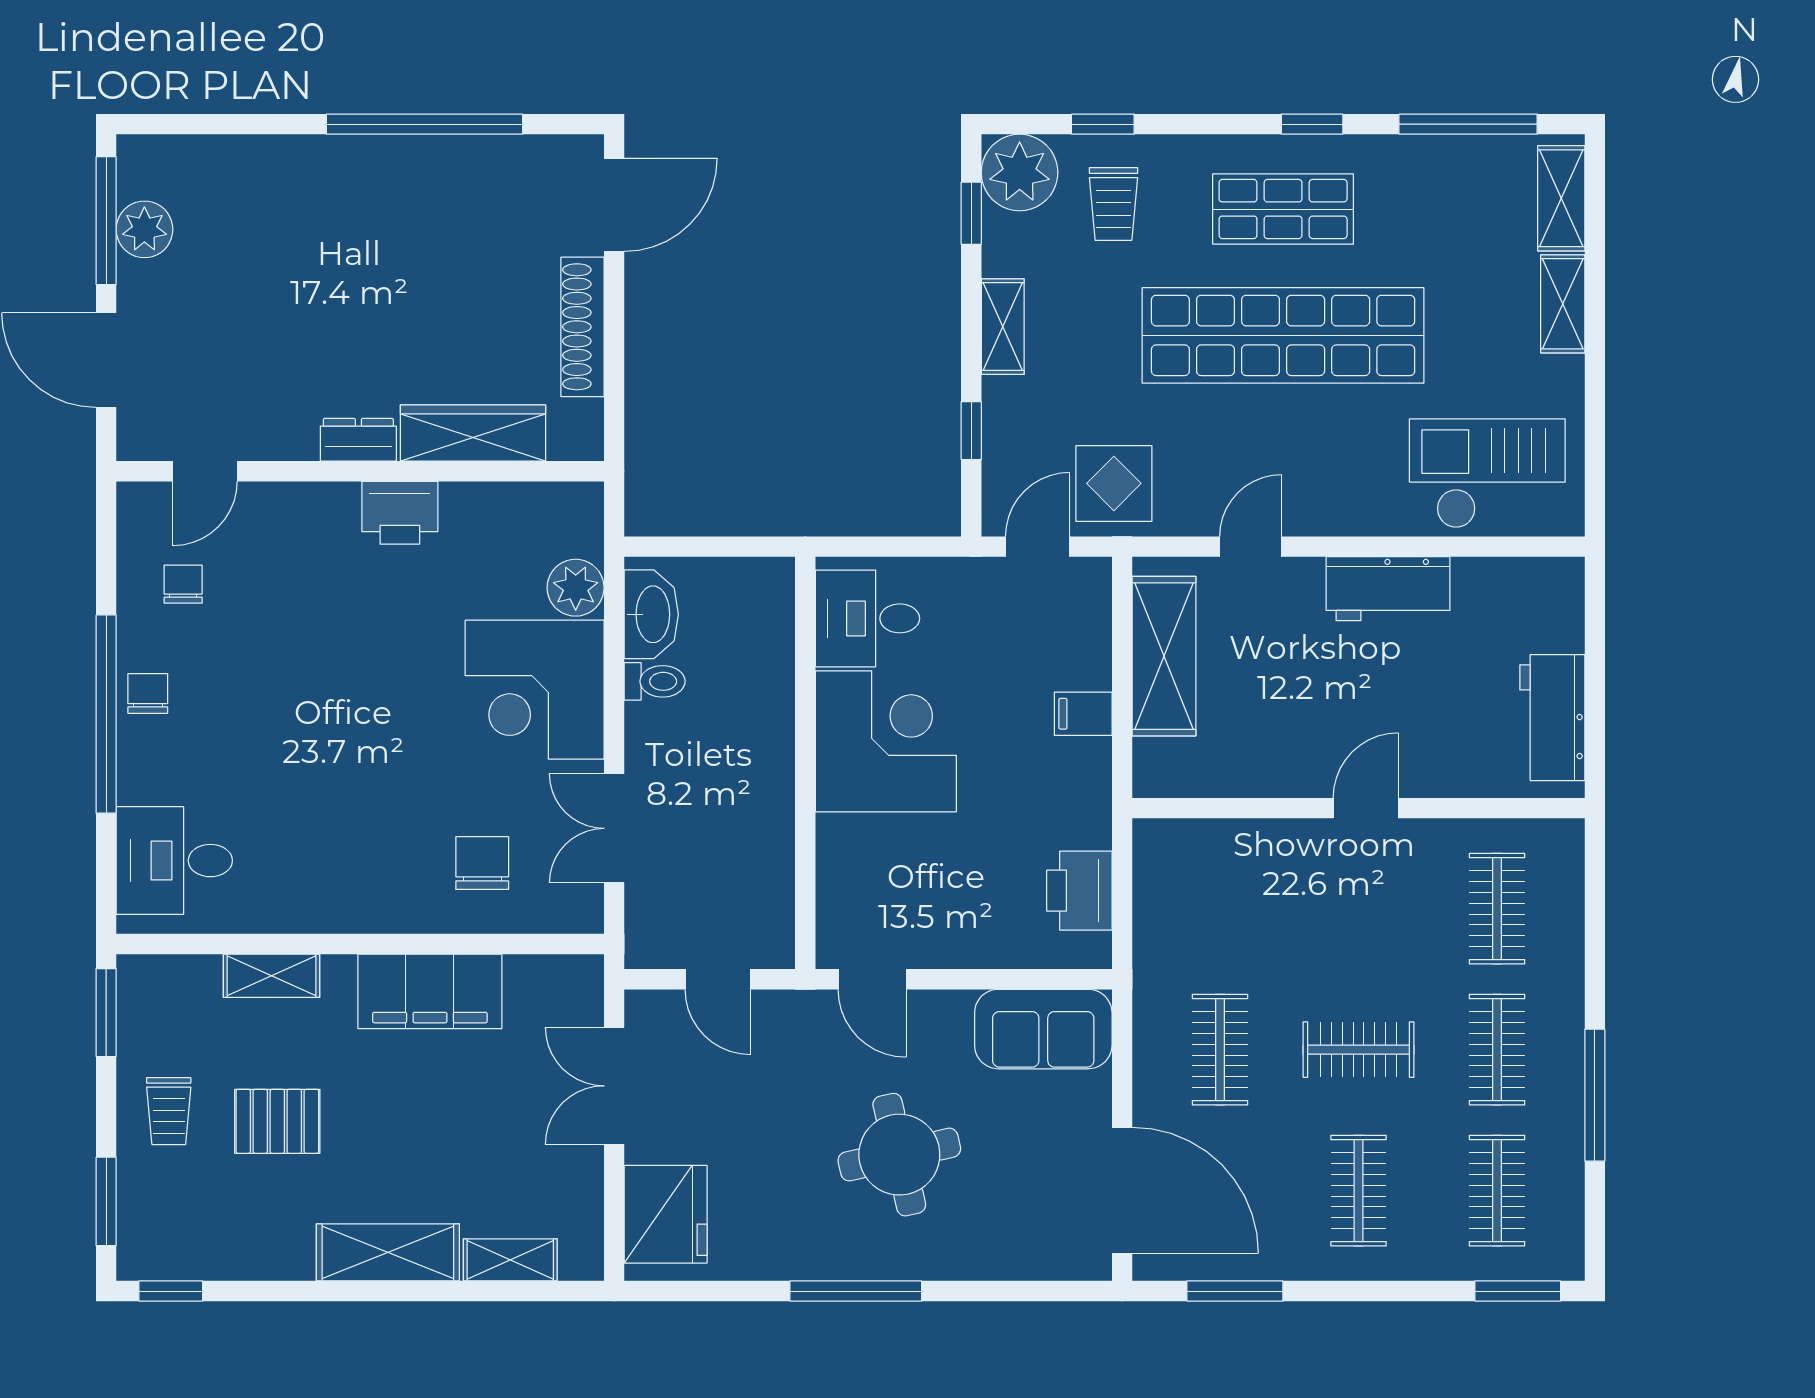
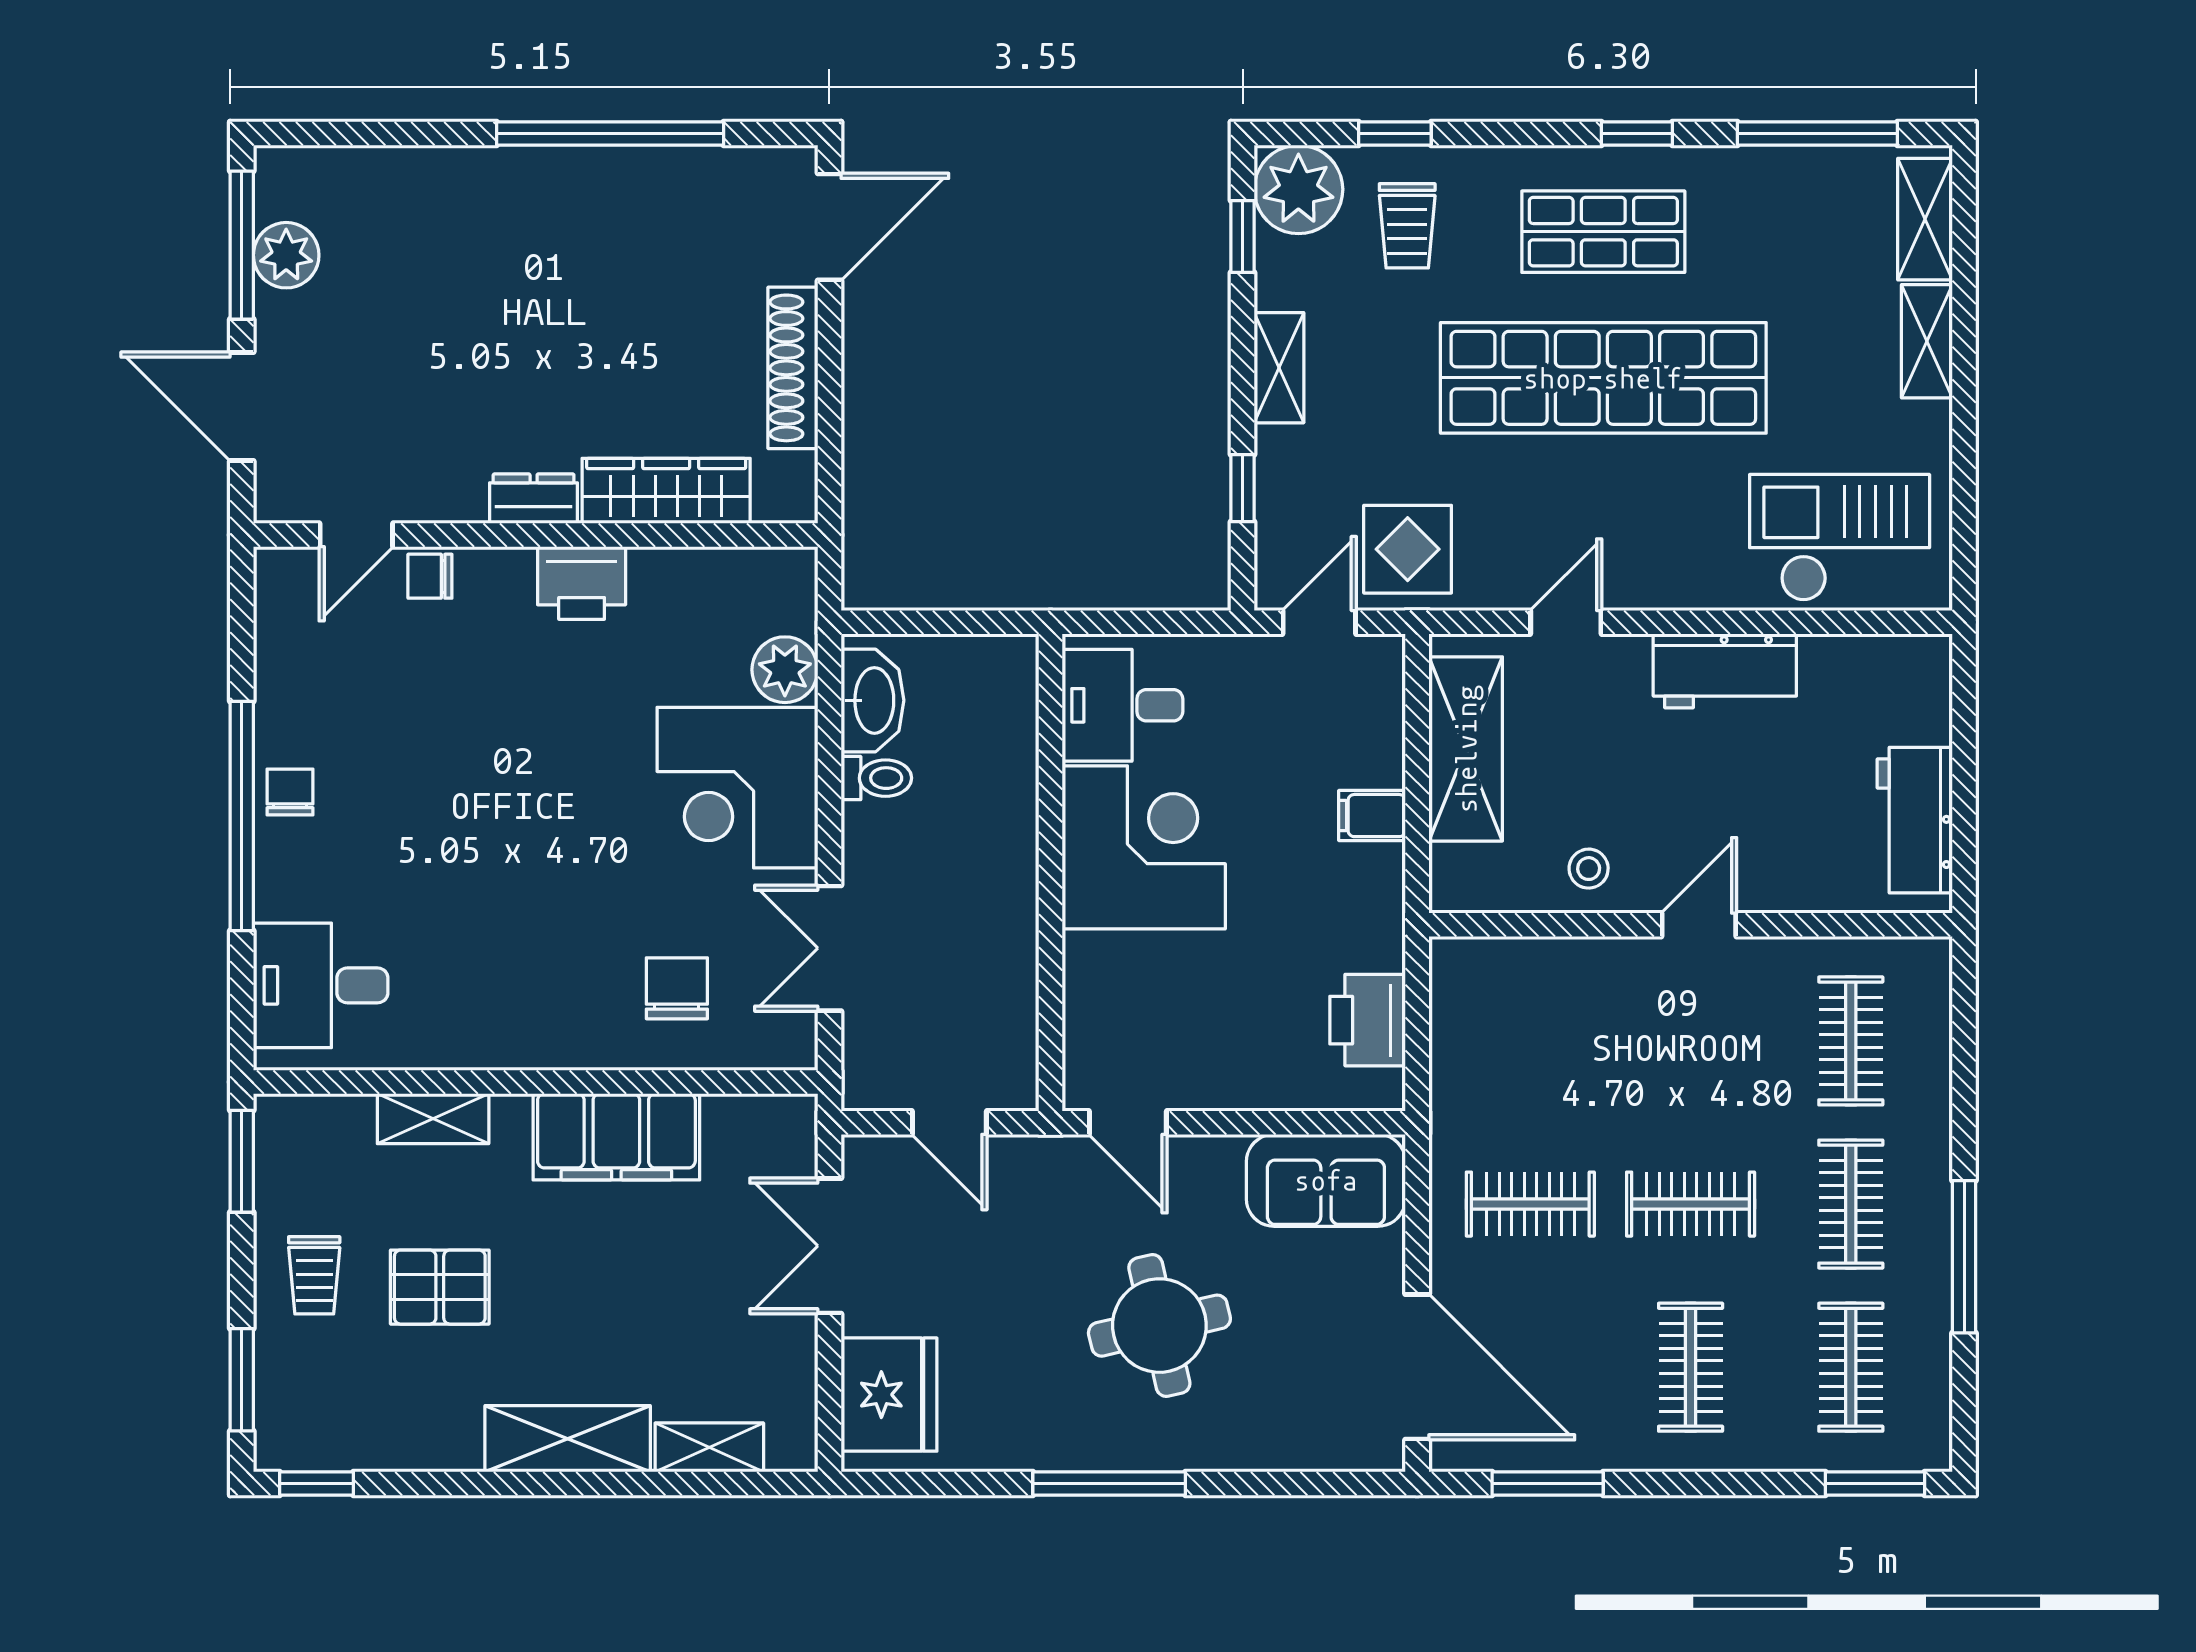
chair: (183, 584) -> (430, 576), moved, turned -90
stool: (1270, 760) -> (1589, 869), added
clothes rail: (1220, 1050) -> (1530, 1204), turned 90

